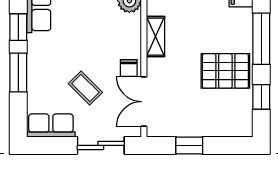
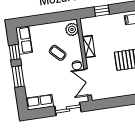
coffee table: (85, 88) -> (58, 53), moved
window: (189, 145) -> (115, 102), removed

